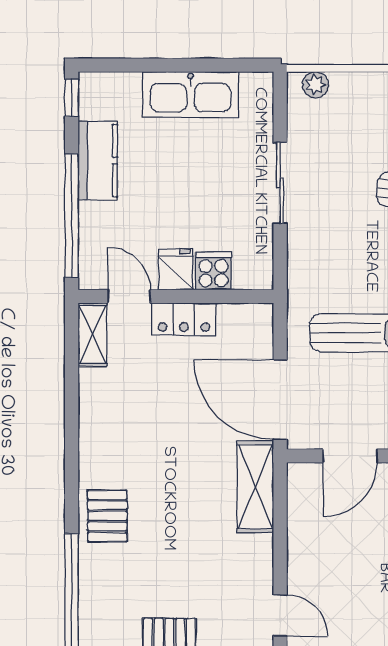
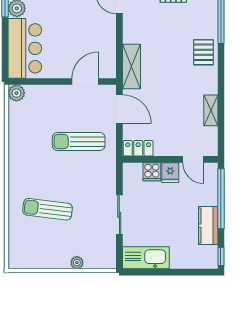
plant: (316, 85) -> (77, 263), moved
kitchen sink: (191, 95) -> (146, 258), moved
locker: (184, 319) -> (138, 148), moved
shelving: (92, 335) -> (211, 110), moved
door: (280, 400) -> (119, 109), width x0.73

